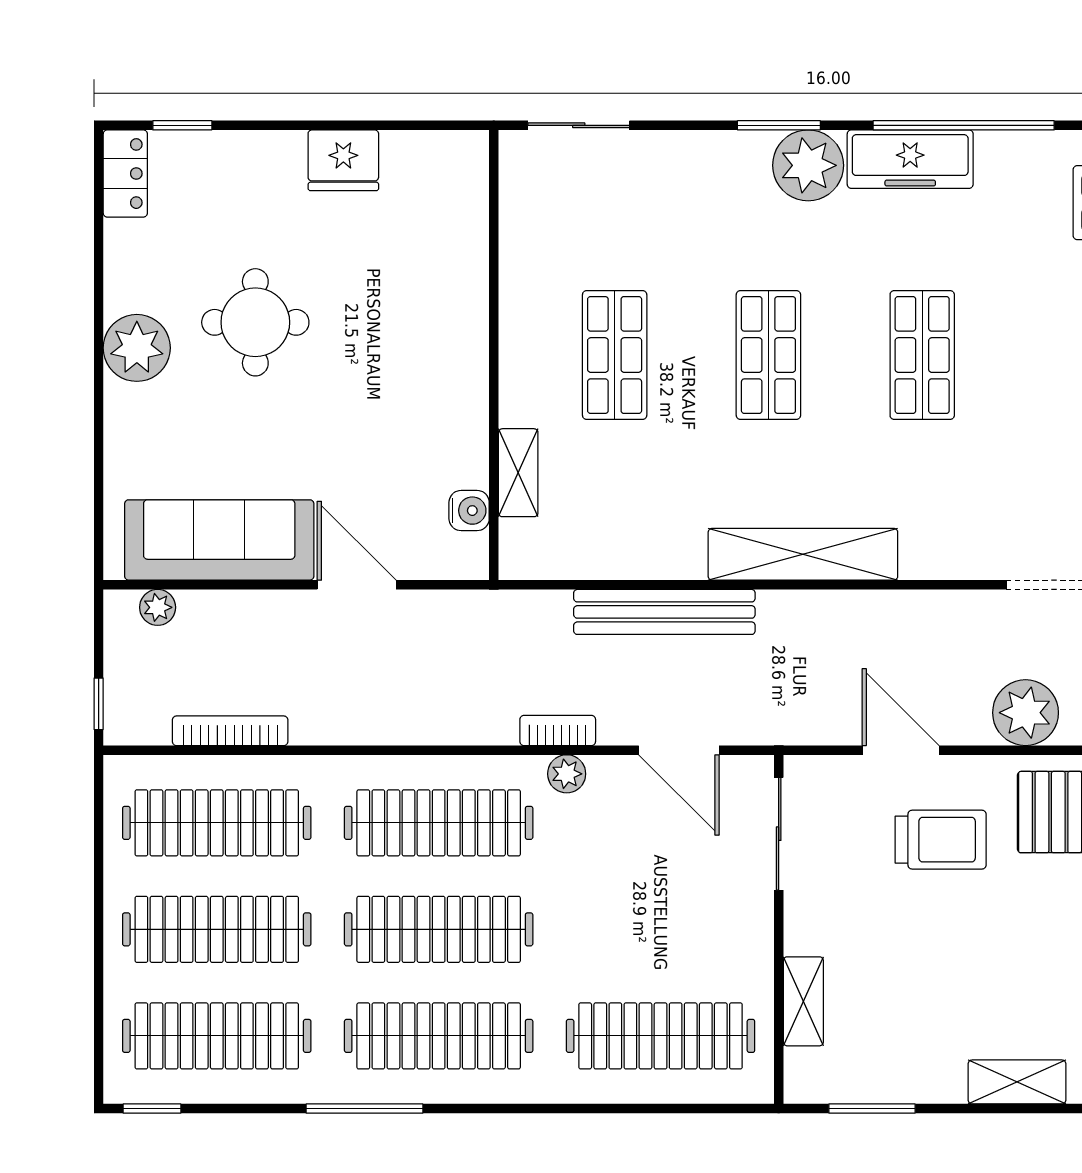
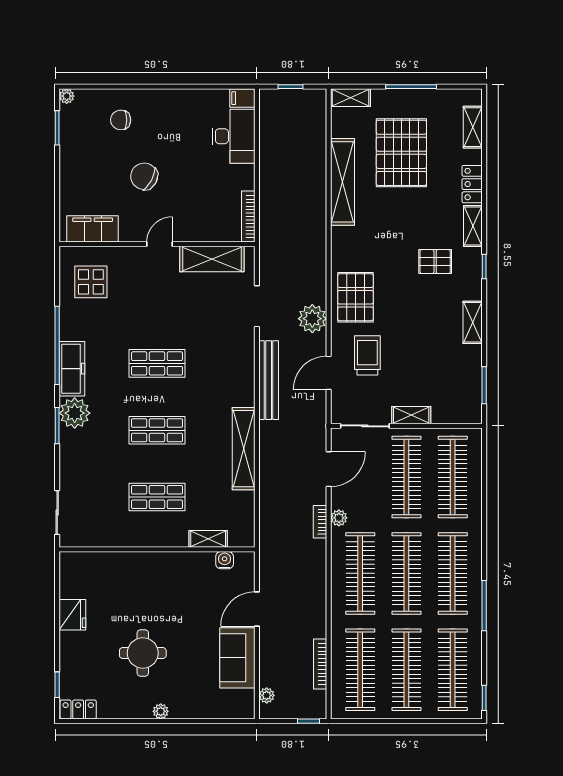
plant: (137, 348) -> (161, 711), width x0.53, depth x0.53
sofa: (219, 540) -> (237, 658), width x0.73
shelving: (803, 554) -> (244, 449), moved
bench: (664, 612) -> (269, 380), moved
clothes rail: (661, 929) -> (406, 477), added
shelving: (803, 1001) -> (411, 415), moved

